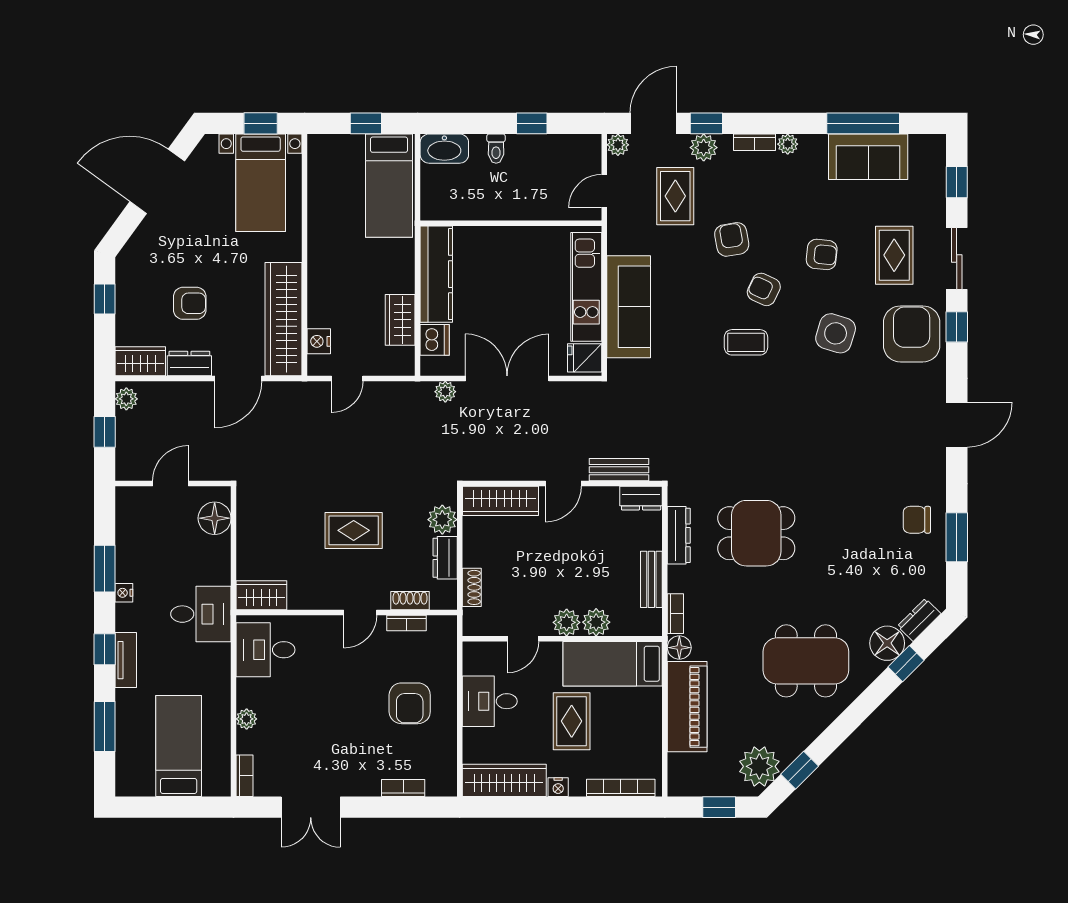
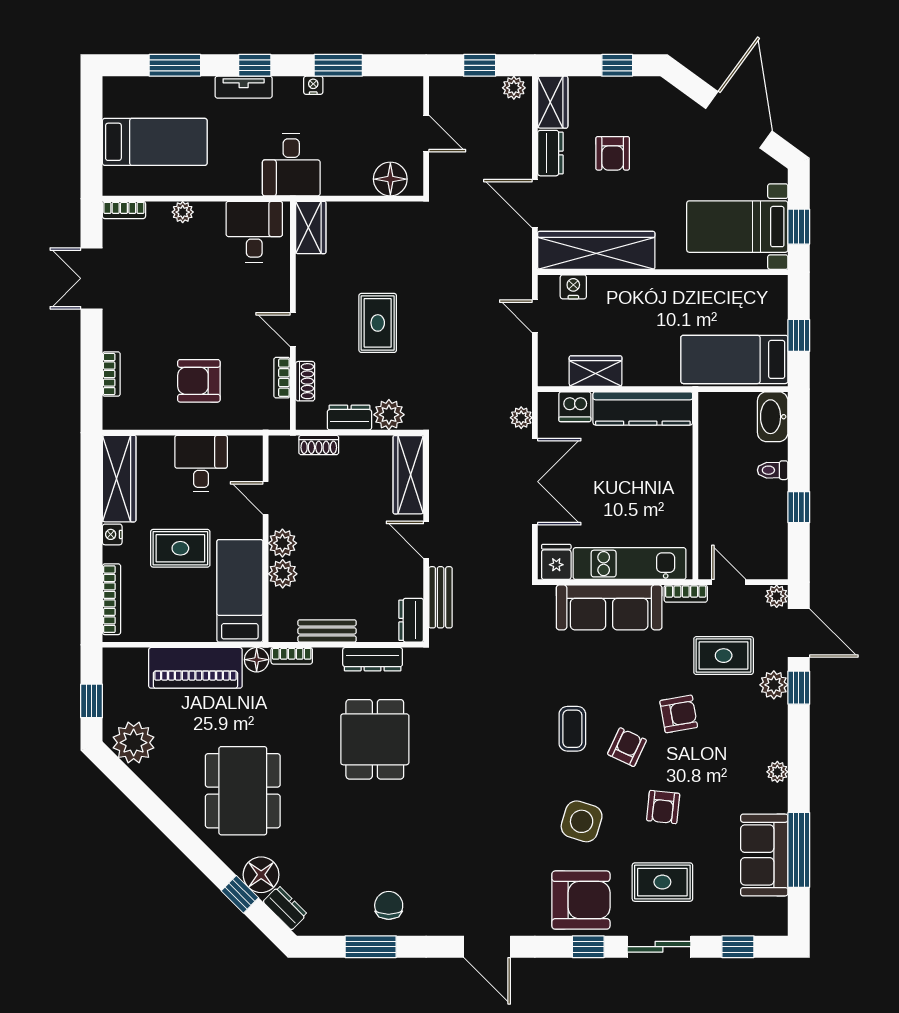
bookcase: (754, 142) -> (686, 594), moved, turned -90
window: (800, 770) -> (130, 784), removed

